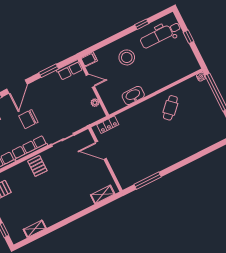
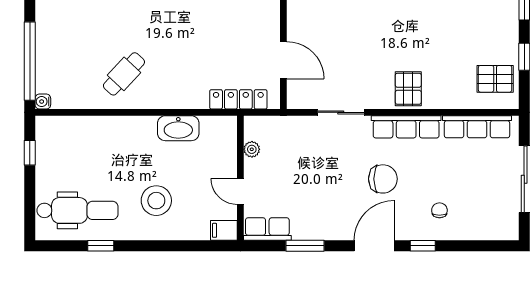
window: (189, 37) -> (30, 153), moved
locker: (108, 125) -> (238, 99), width x1.53

